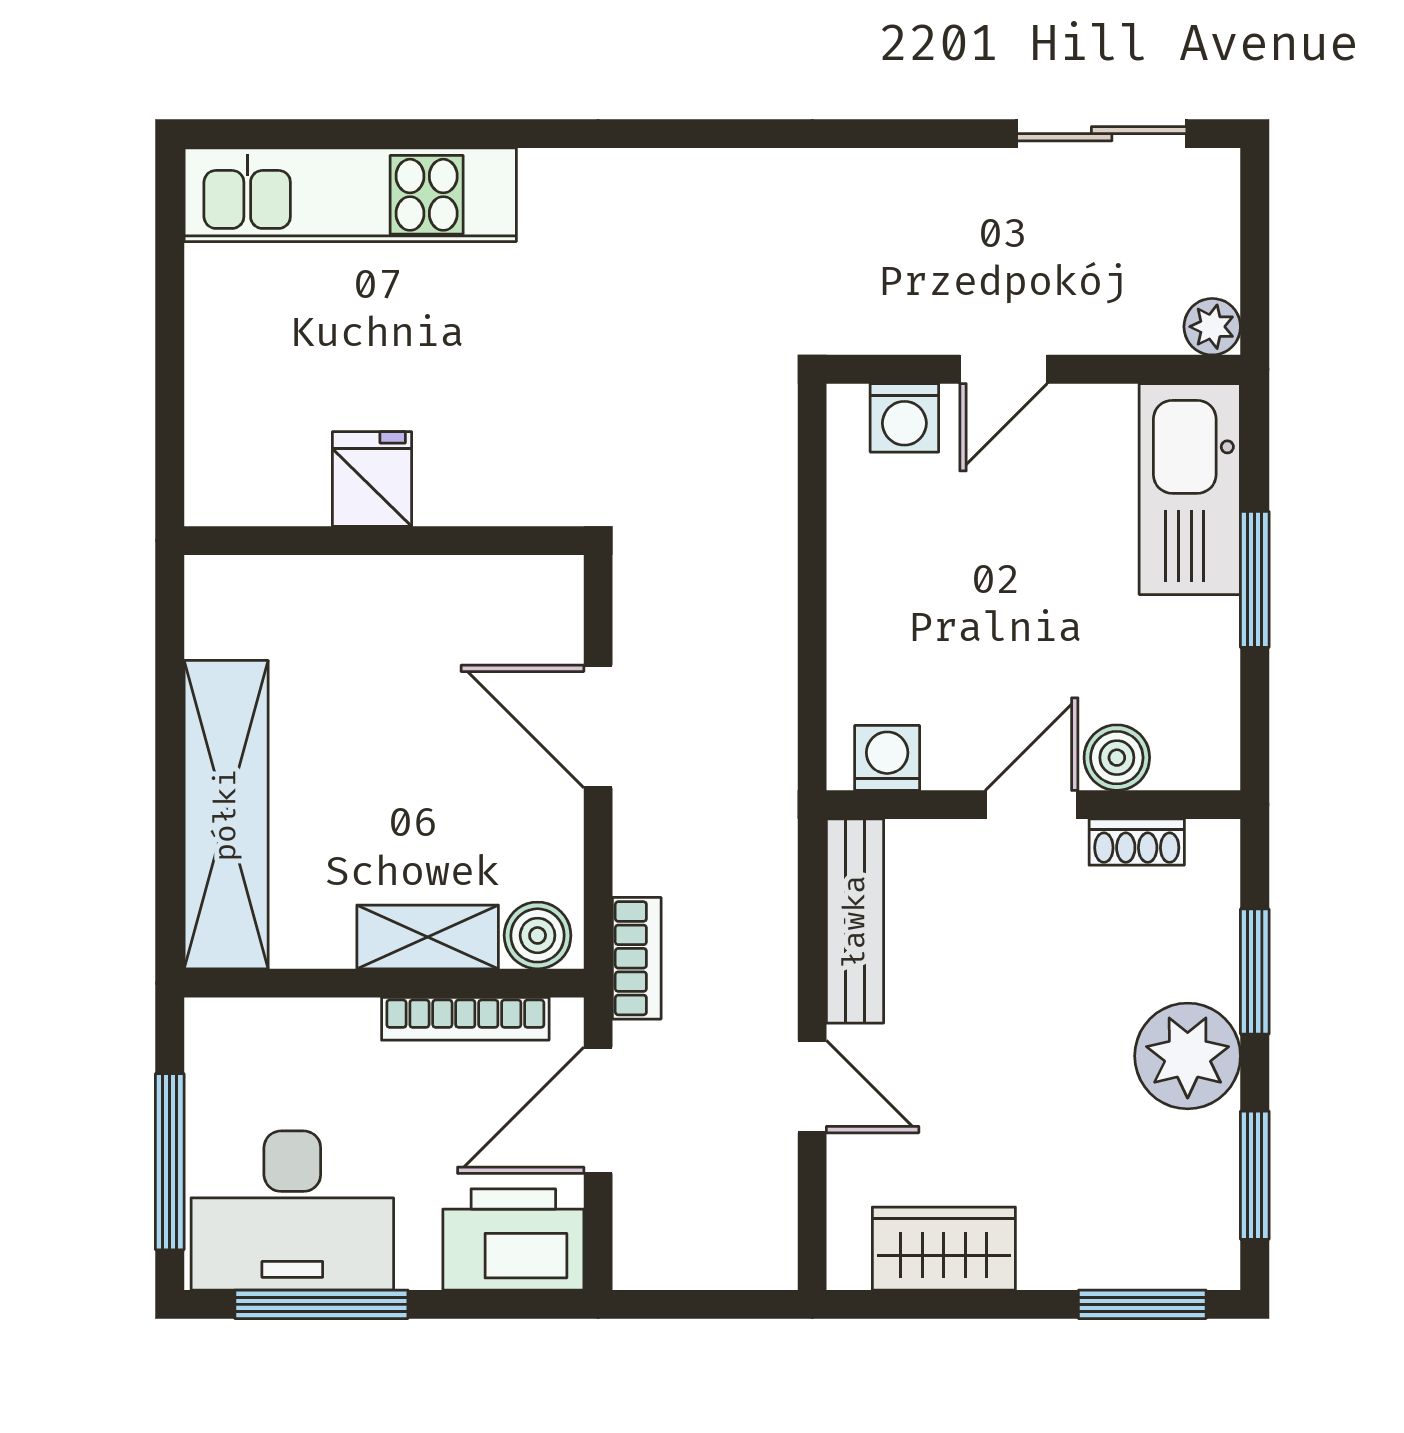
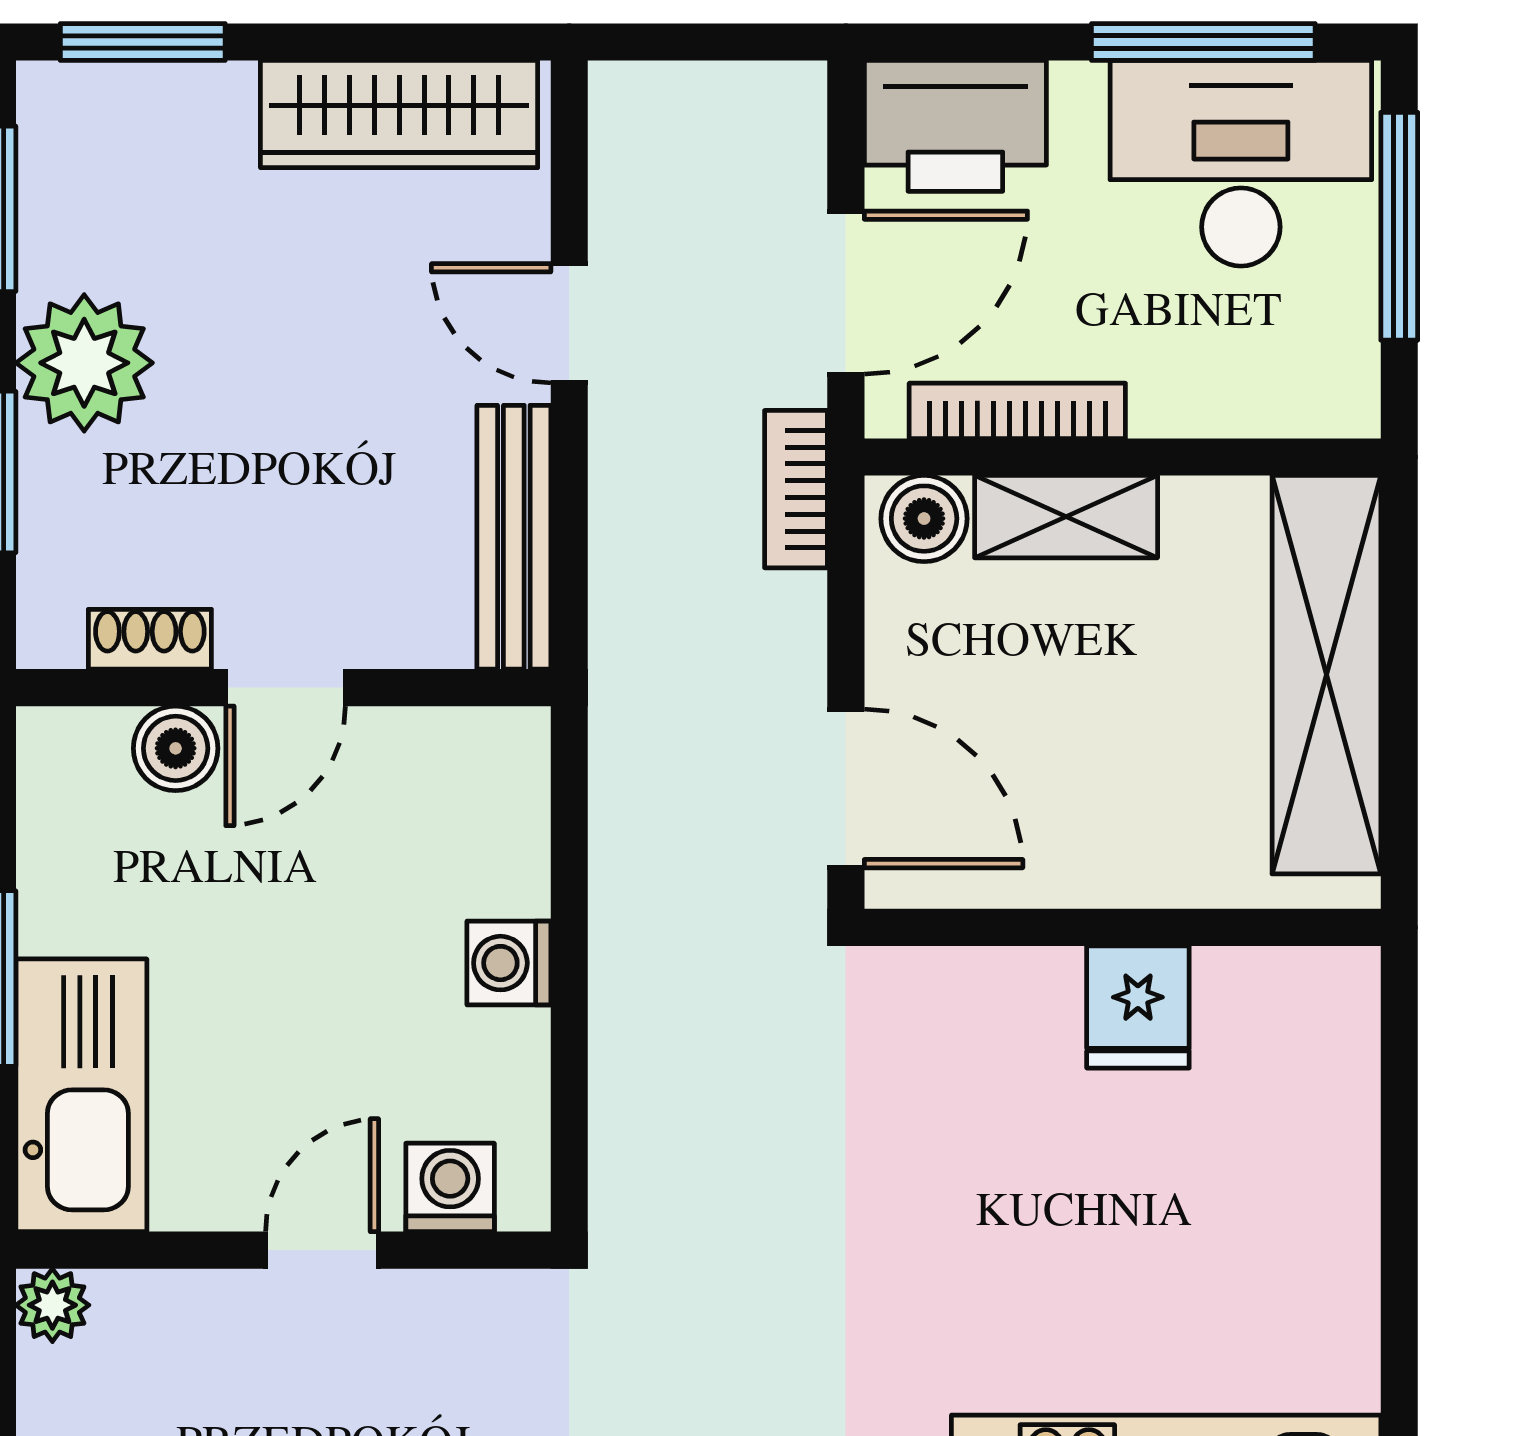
fridge: (372, 479) -> (1138, 1007), moved
wall: (384, 541) -> (1123, 927), moved
washing machine: (887, 758) -> (509, 963), moved, turned 90
wardrobe: (944, 1249) -> (399, 114), width x1.50

